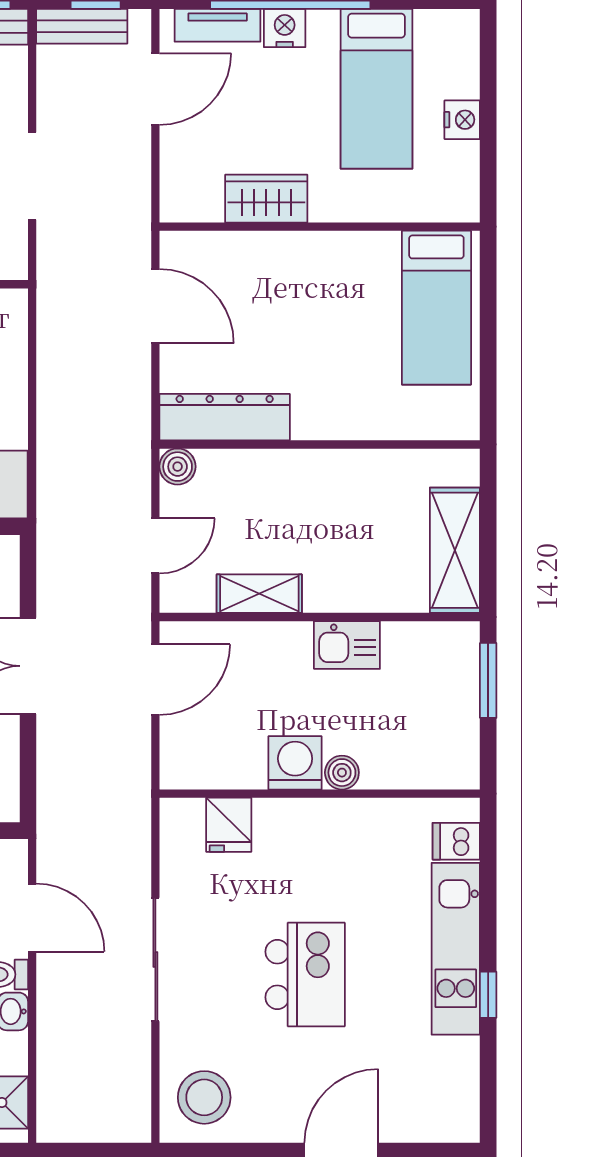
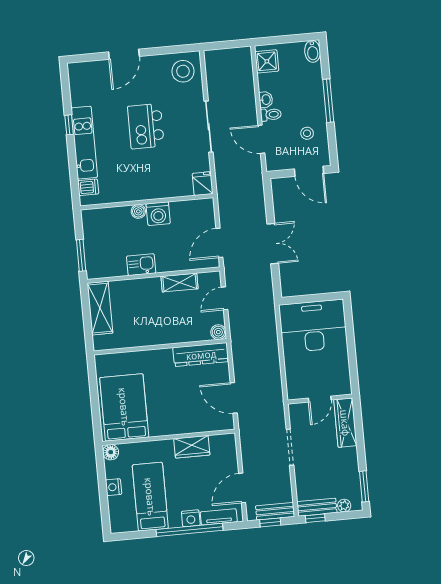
floor lamp: (461, 204) -> (111, 452), added
bed: (436, 308) -> (124, 407), width x1.50
fridge: (229, 825) -> (203, 184), moved

